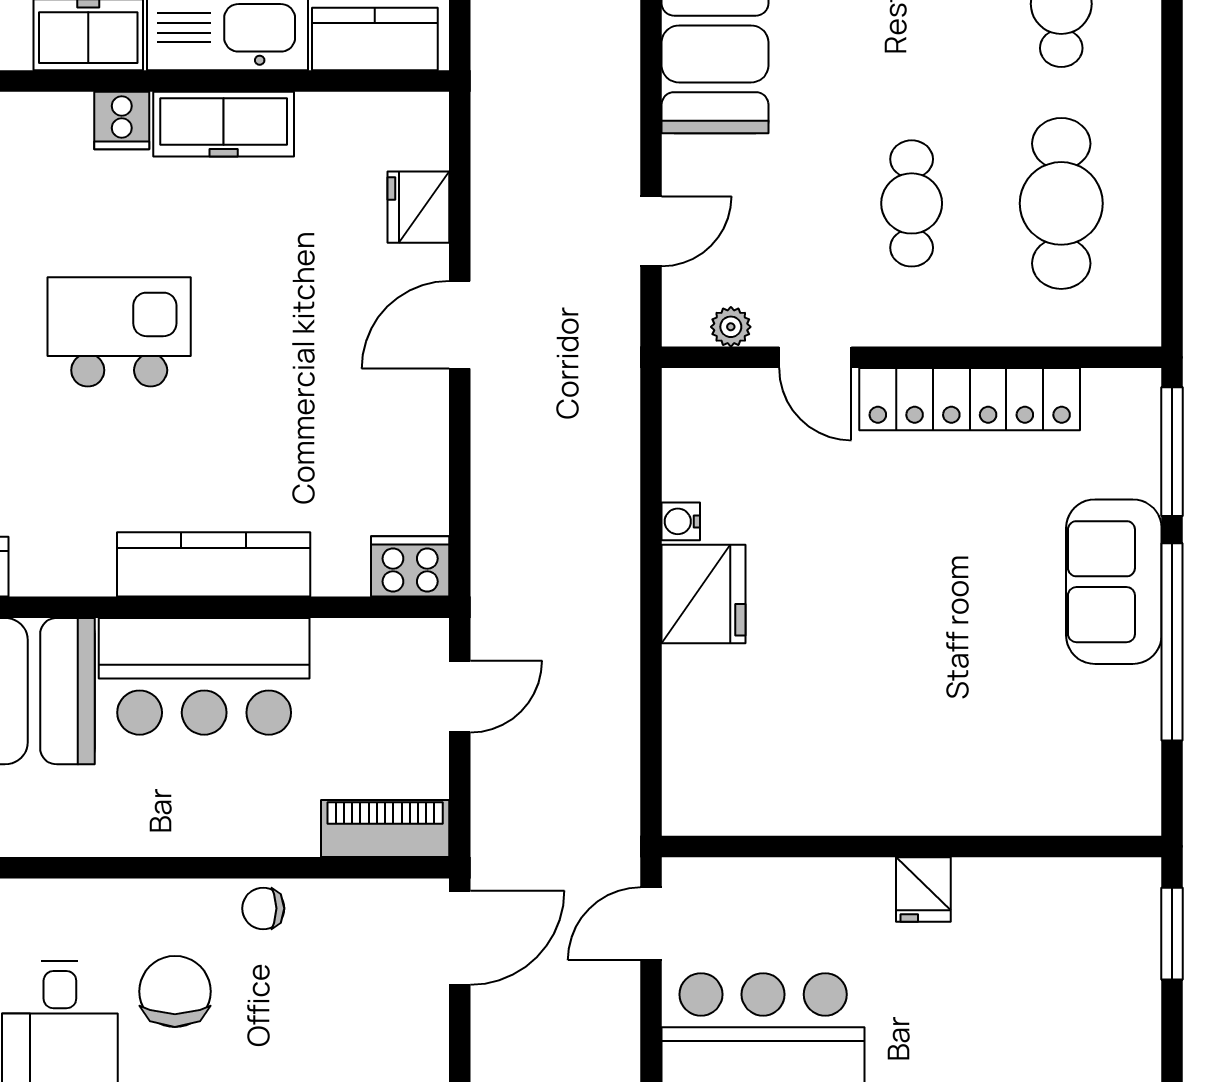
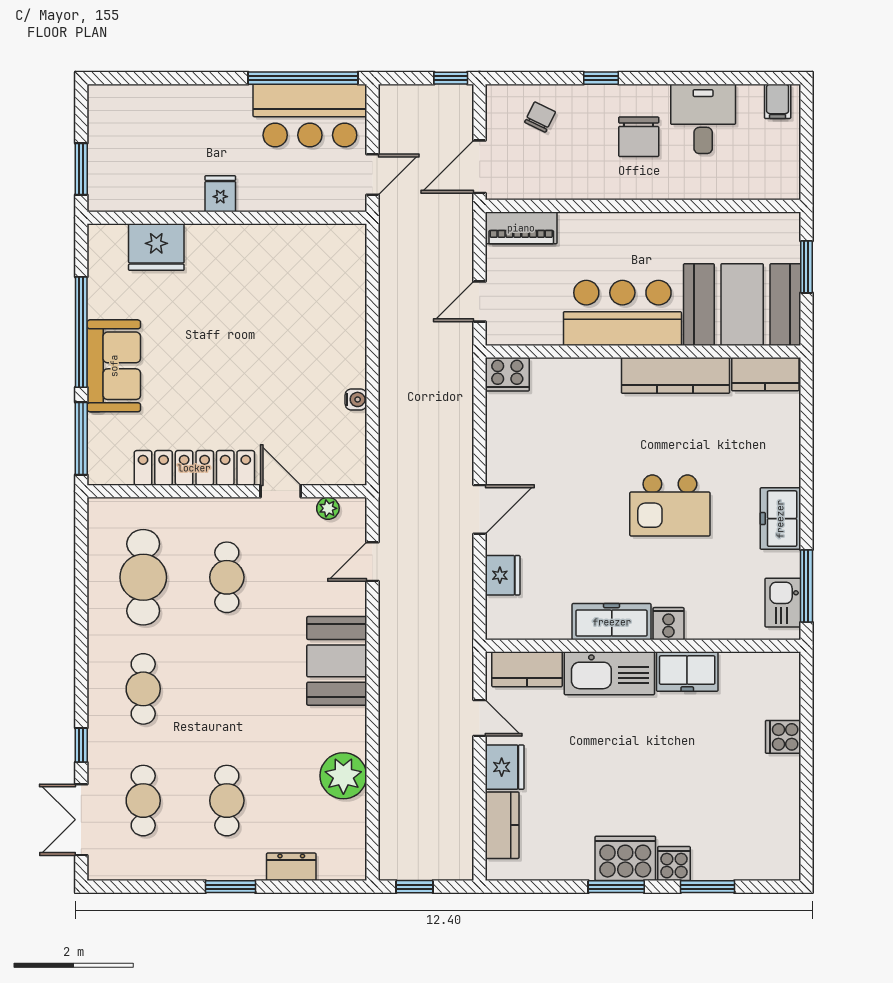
kitchen counter: (214, 564) -> (675, 375), moved
fridge: (704, 594) -> (156, 247), moved, turned -90
chair: (263, 908) -> (540, 117), moved, turned -64

